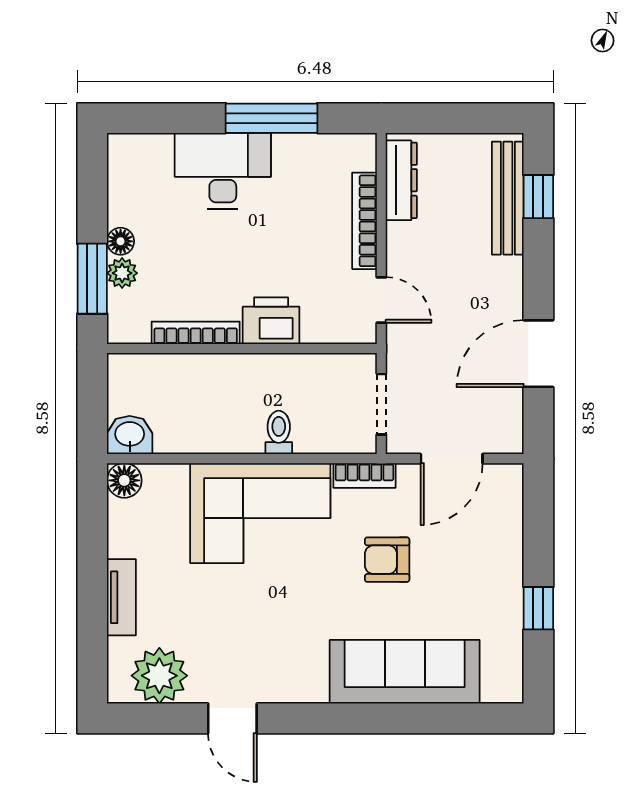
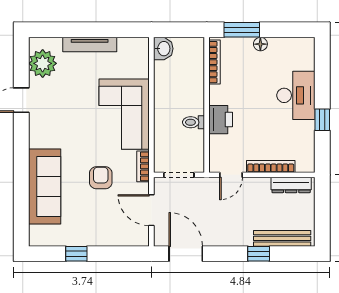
window: (272, 118) -> (322, 120), width x0.46
window: (538, 197) -> (259, 254), moved
plant: (122, 273) -> (245, 45), removed
bookcase: (196, 333) -> (215, 62), moved
door: (538, 354) -> (186, 254), moved
toilet: (279, 432) -> (194, 122), moved, turned 180
floor lamp: (124, 480) -> (141, 46), removed
tv unit: (121, 597) -> (90, 45), width x1.41

